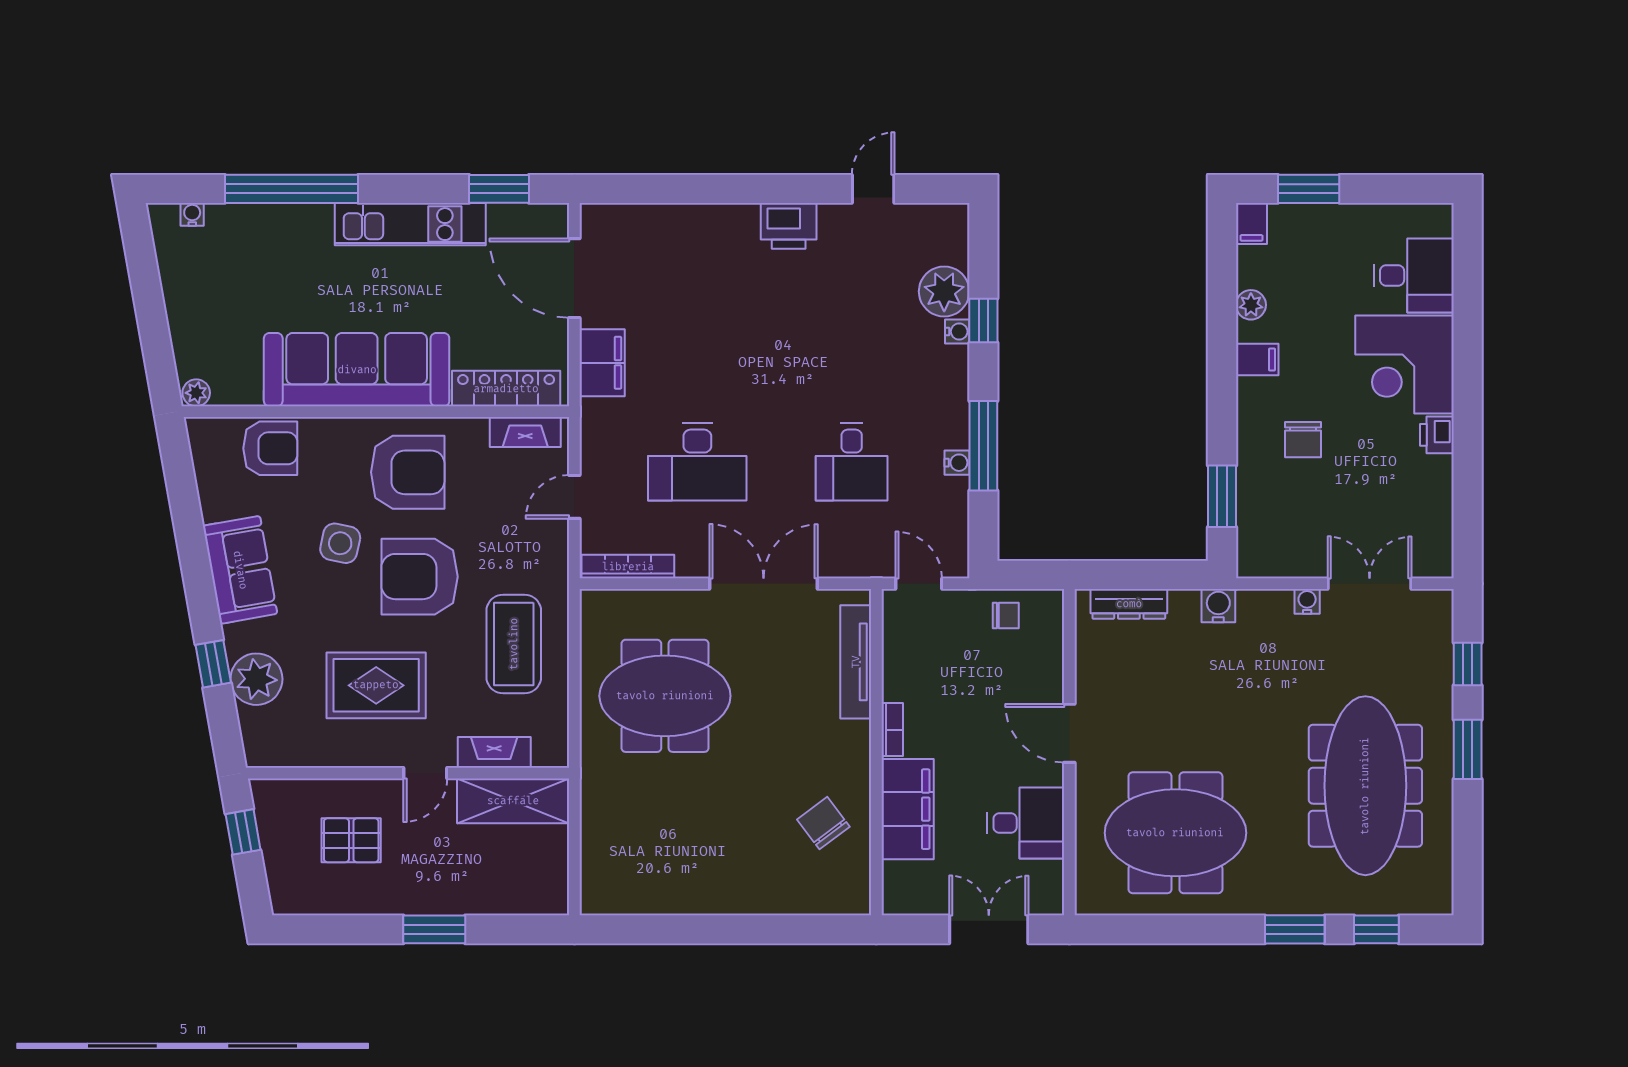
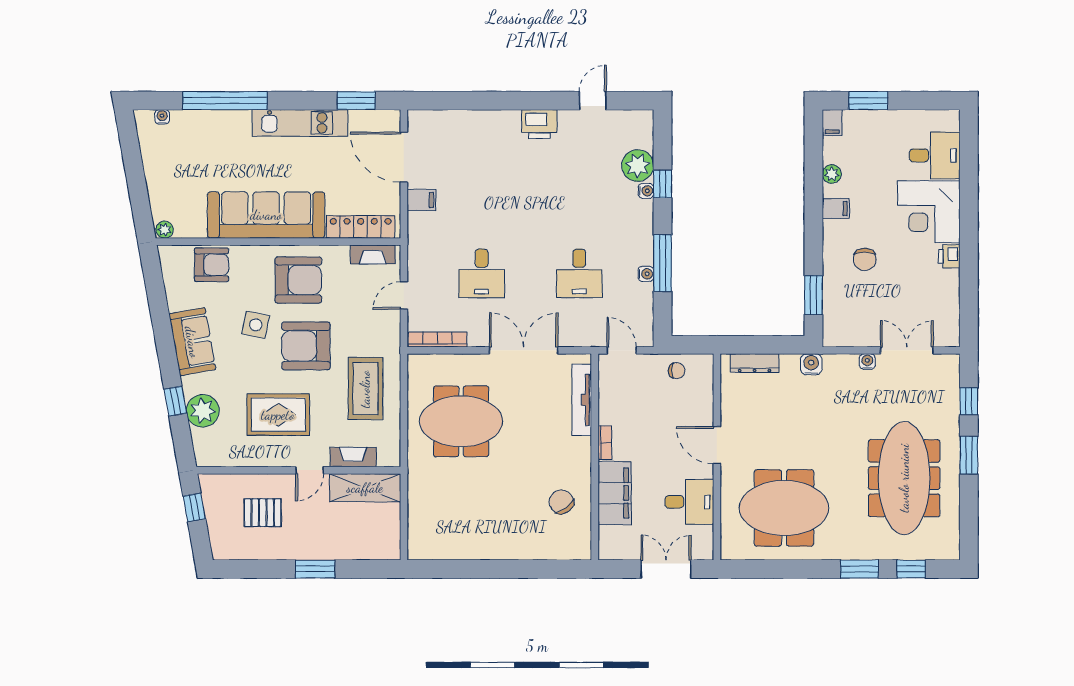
filing cabinet: (602, 363) -> (421, 200), width x0.50
desk: (697, 462) -> (482, 273), width x0.73

